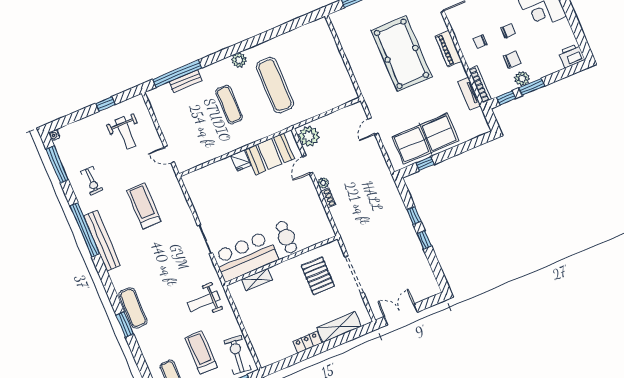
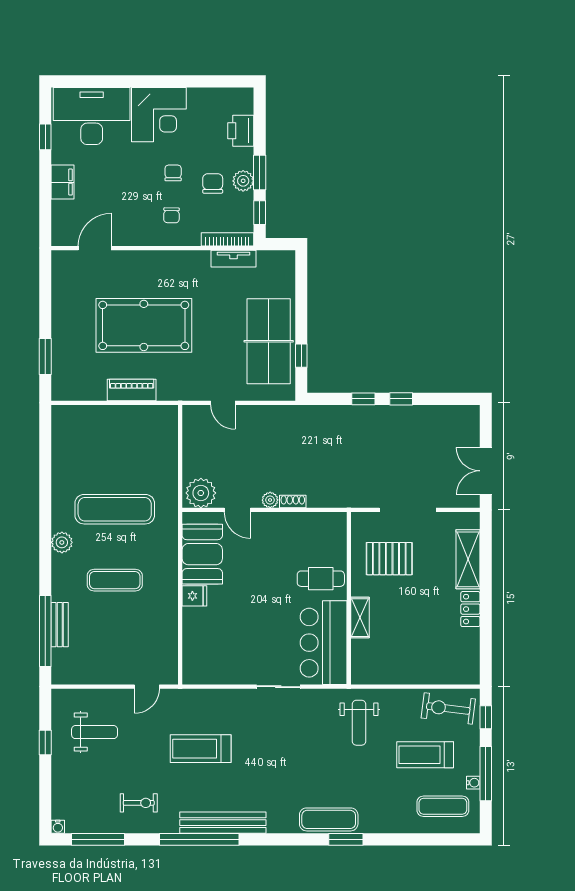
piano: (448, 49) -> (132, 390), moved, turned 180
printer: (572, 56) -> (241, 131), moved
shelving: (257, 280) -> (360, 618), moved

